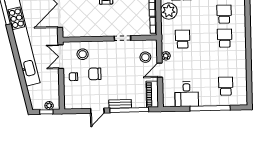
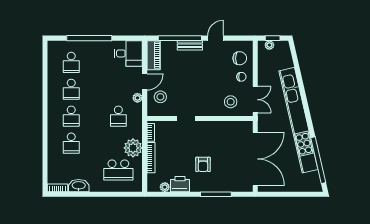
school desk: (225, 62) -> (71, 89), added
chair: (95, 74) -> (240, 58), moved
desk: (187, 94) -> (128, 53), moved, turned 90

